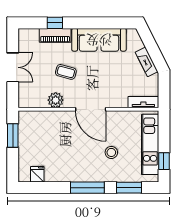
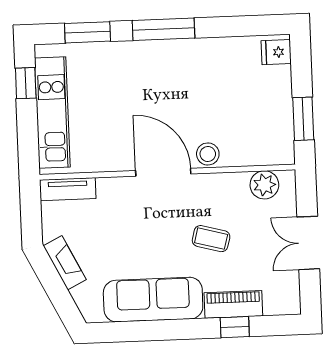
plant: (56, 100) -> (264, 185), moved
stool: (111, 152) -> (208, 154), moved
fridge: (37, 174) -> (276, 52), moved, turned 90

